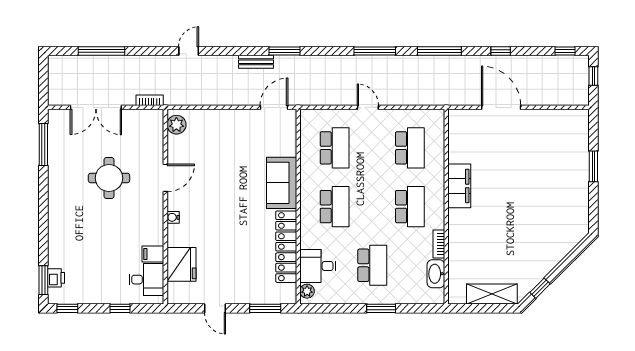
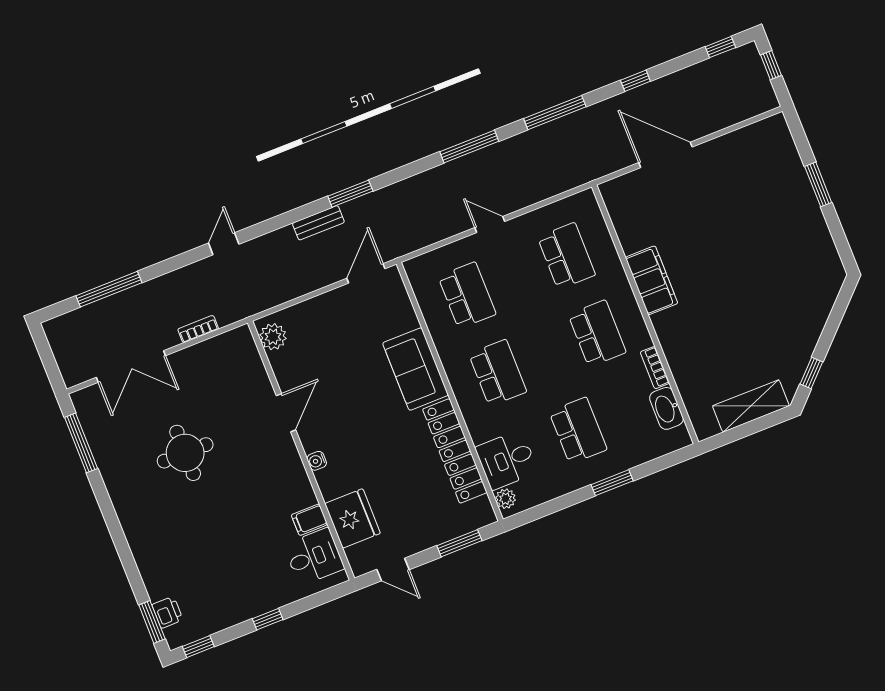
plant: (176, 125) -> (273, 337), moved
door: (165, 178) -> (286, 413), moved
wall: (165, 207) -> (301, 451), moved
water cooler: (173, 217) -> (317, 461), moved
filing cabinet: (153, 254) -> (309, 520), moved
fridge: (181, 264) -> (353, 518), moved
desk: (146, 280) -> (314, 557), moved

